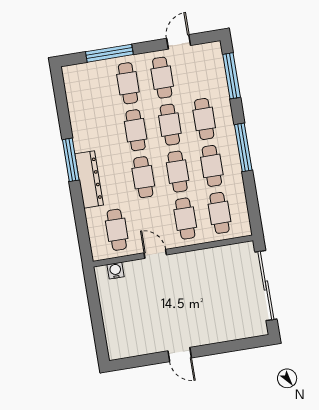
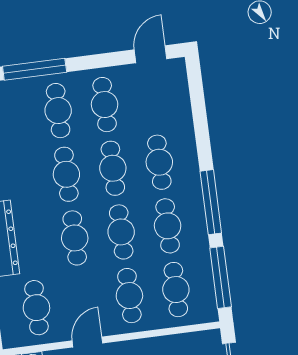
door: (179, 42) -> (150, 54), moved
window: (232, 76) -> (221, 277), moved
door: (155, 254) -> (87, 342), hinge flipped

